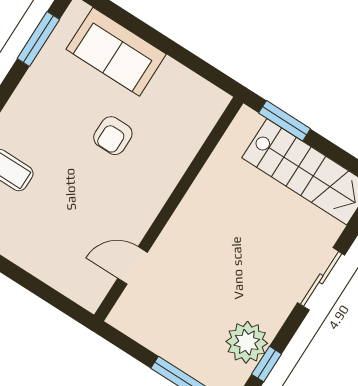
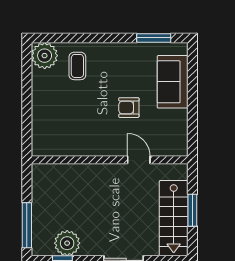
window: (285, 121) -> (192, 210), moved
door: (133, 265) -> (139, 160), moved

